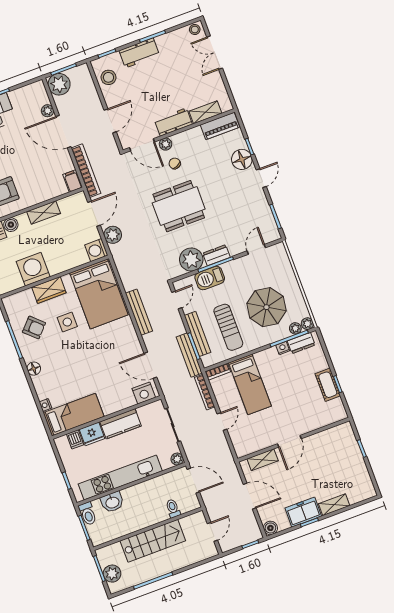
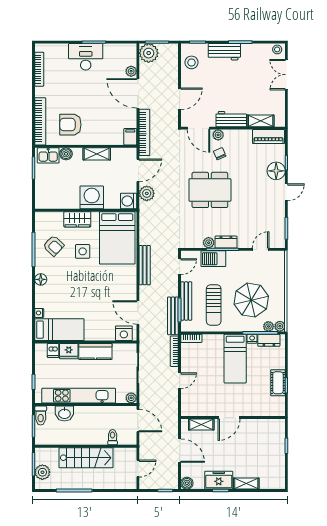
plant: (191, 260) -> (209, 243), width x0.53, depth x0.53
washing machine: (33, 269) -> (92, 197), moved
bed: (250, 384) -> (235, 359), moved

